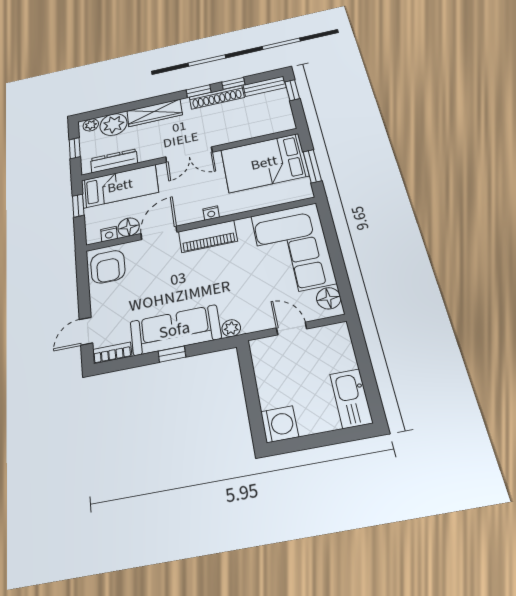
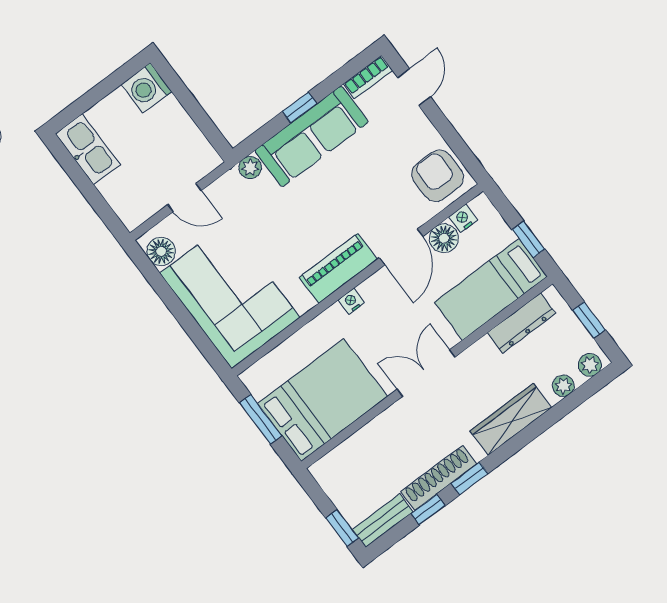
plant: (113, 124) -> (563, 386), width x0.53, depth x0.53

